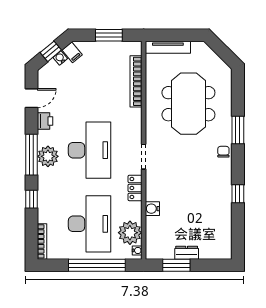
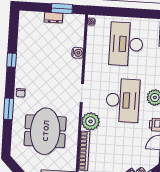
desk: (90, 150) -> (123, 100), turned 180
locker: (135, 188) -> (90, 69), removed
plant: (130, 233) -> (91, 121), moved
window: (97, 265) -> (123, 12), removed

